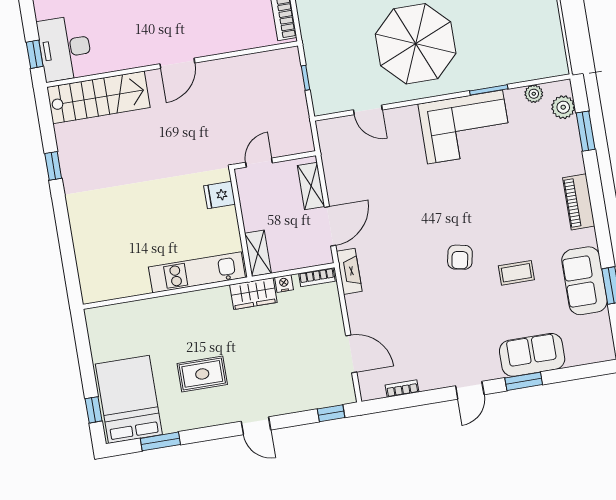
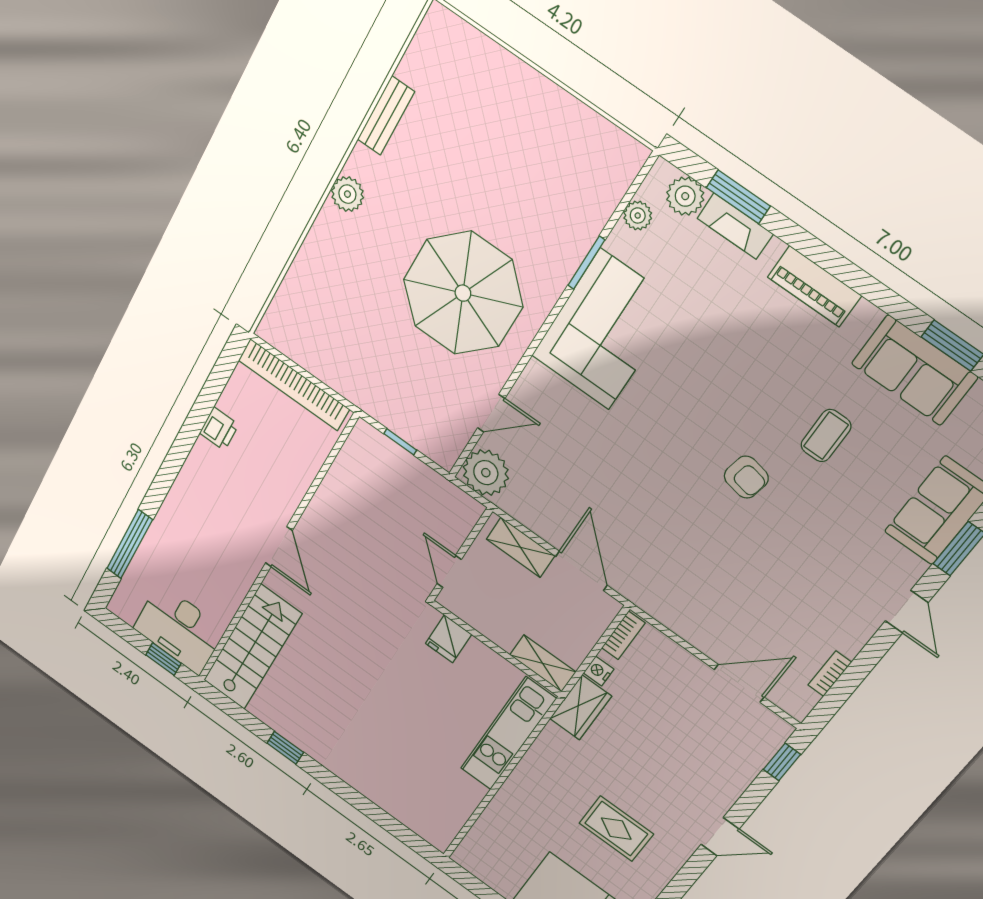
plant: (334, 134) -> (486, 473), added
fireplace: (349, 271) -> (735, 226), moved, turned 180
rug: (202, 374) -> (616, 829), turned 90

